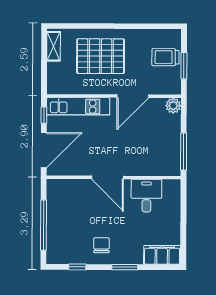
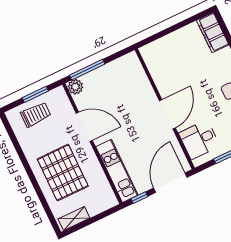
trolley: (165, 57) -> (36, 114), turned -90
door: (44, 150) -> (170, 183), hinge flipped
window: (184, 151) -> (87, 70), moved
desk: (146, 196) -> (199, 140), moved

